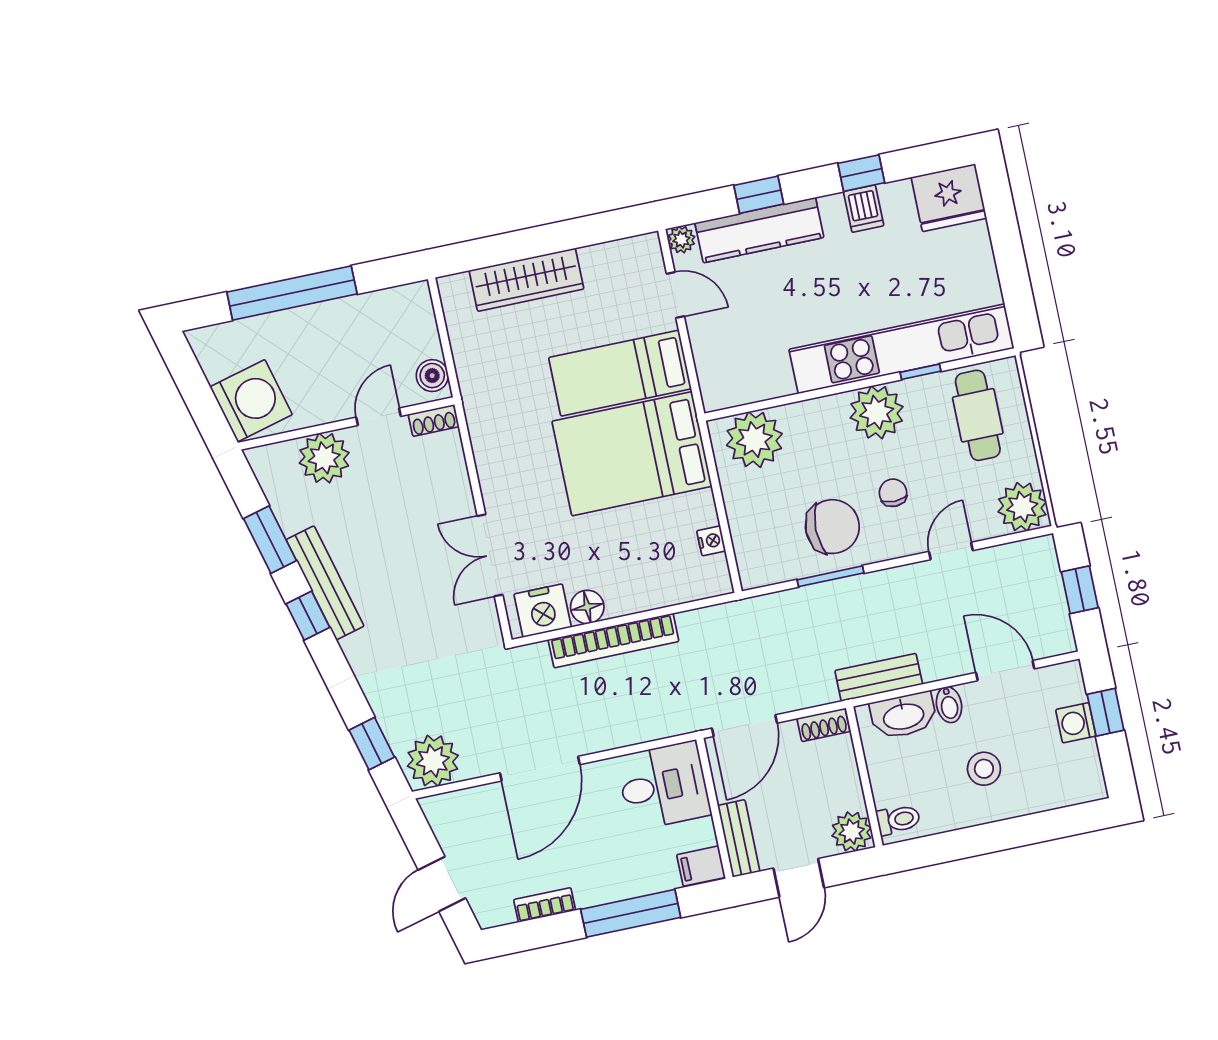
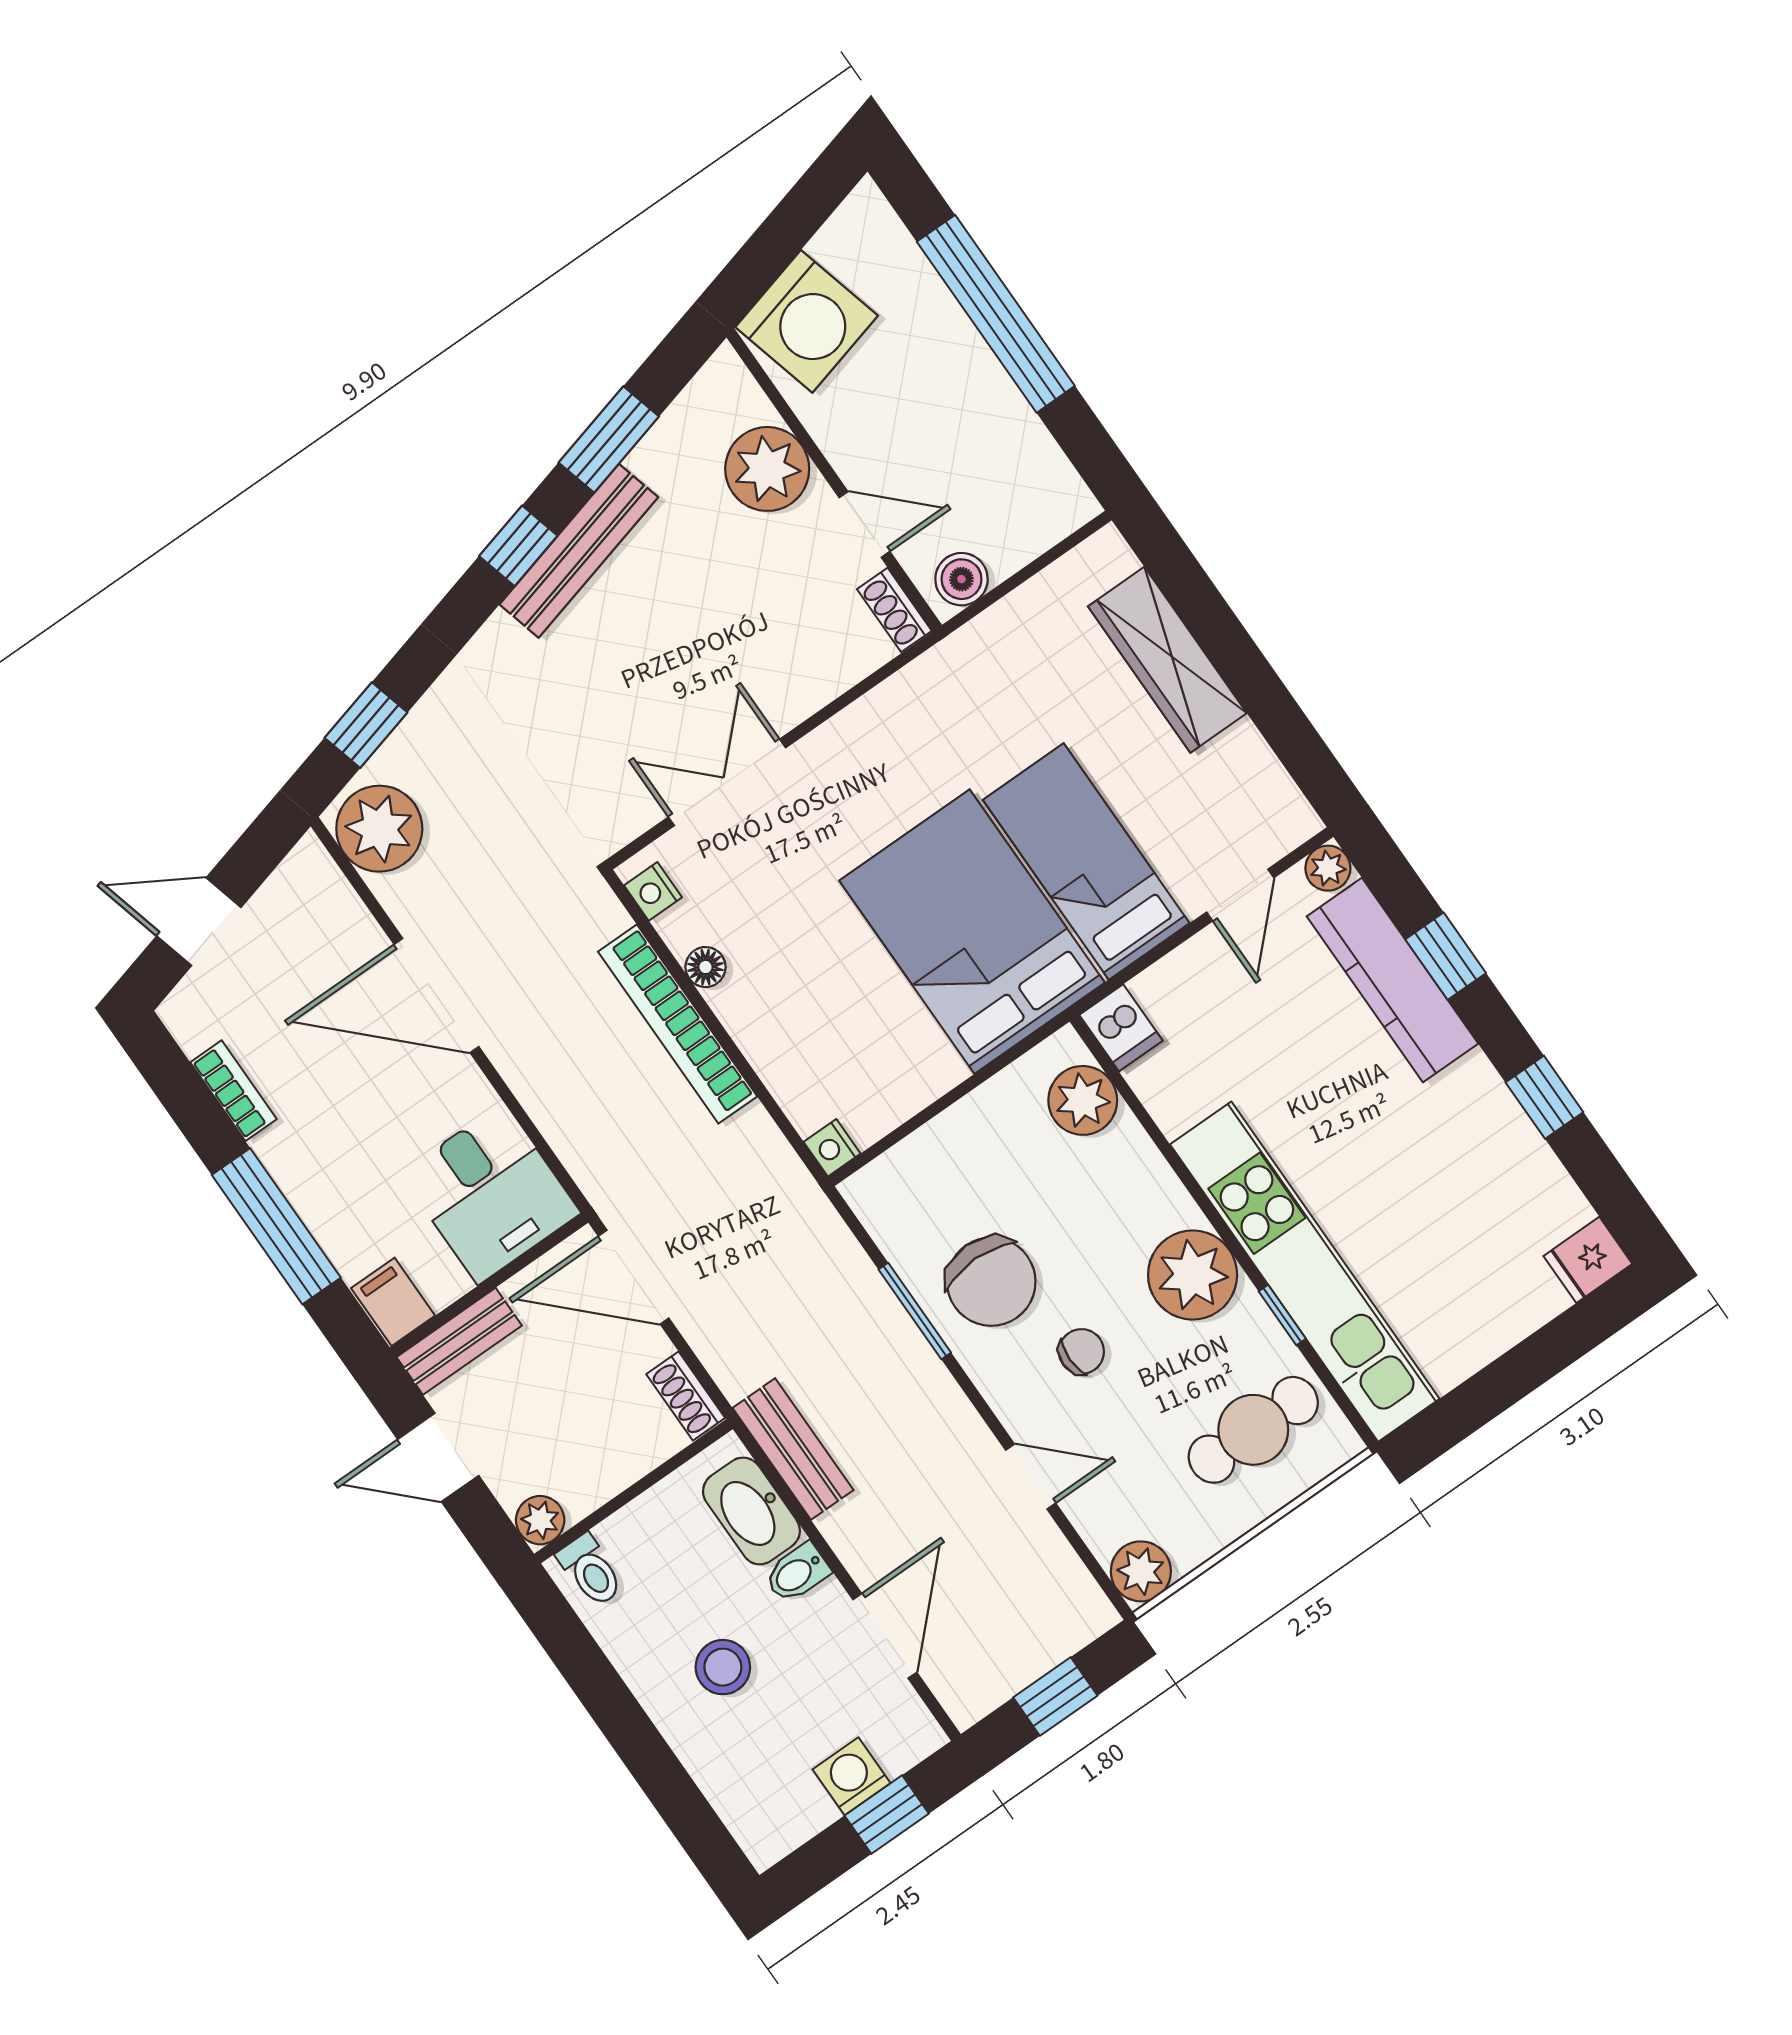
fridge: (949, 198) -> (1588, 1260), width x0.53, depth x0.75
dishwasher: (864, 209) -> (1121, 1028), moved, turned -90
plant: (754, 440) -> (1083, 1100), width x0.73, depth x0.73
plant: (1022, 507) -> (1141, 1571), width x0.73, depth x0.73
nightstand: (711, 541) -> (832, 1148), moved, turned 90
floor lamp: (587, 607) -> (705, 967), width x0.73, depth x0.73
nightstand: (543, 611) -> (653, 891), width x0.53, depth x0.56
plant: (852, 832) -> (540, 1520), width x0.73, depth x0.73

